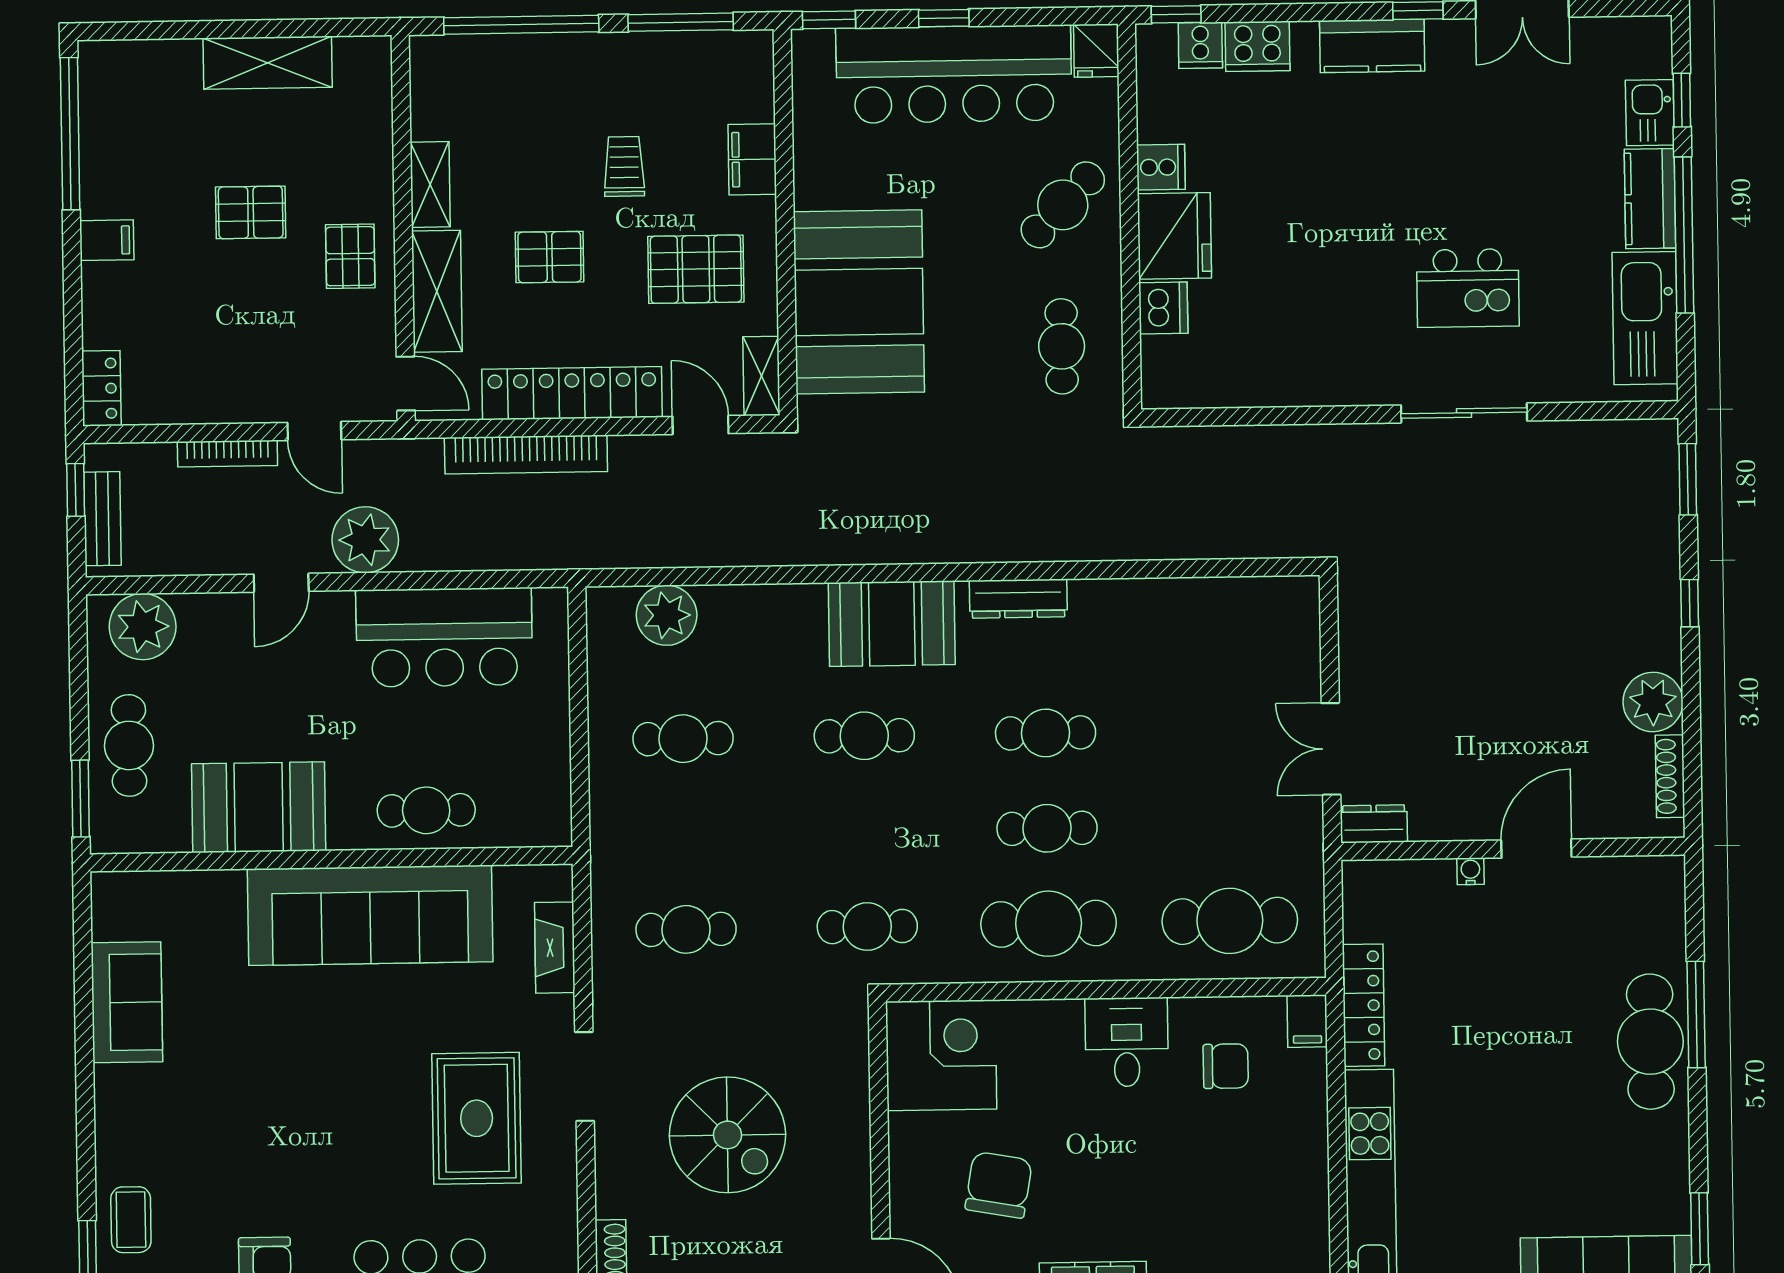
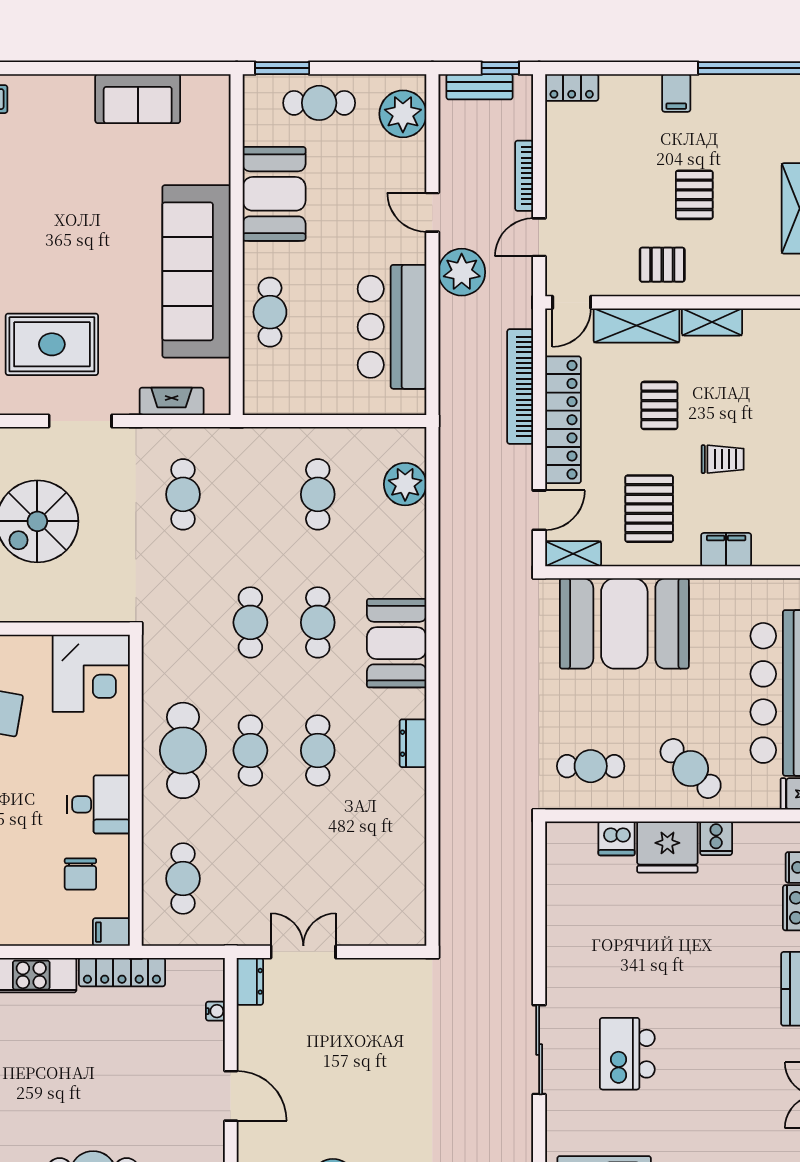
dresser: (1018, 599) -> (413, 743), width x0.70
water cooler: (1470, 871) -> (215, 1011), moved
cafe table: (1230, 921) -> (183, 879), width x0.73, depth x0.74
cafe table: (867, 927) -> (250, 622), moved

